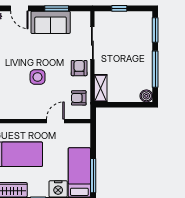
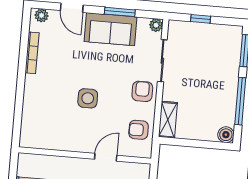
plant: (85, 16) -> (156, 25), added

